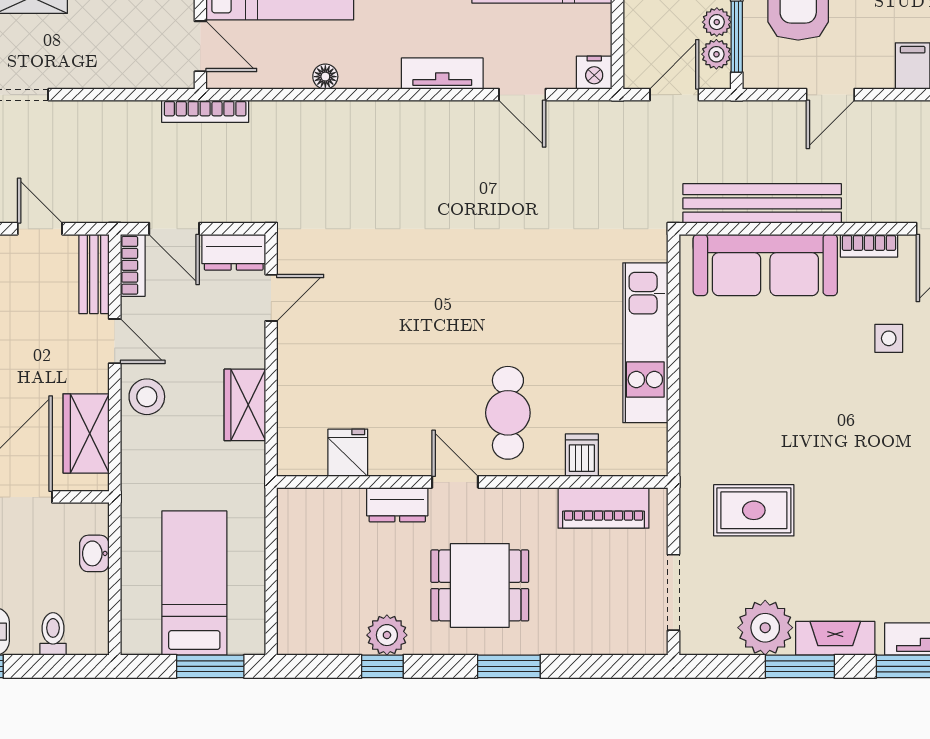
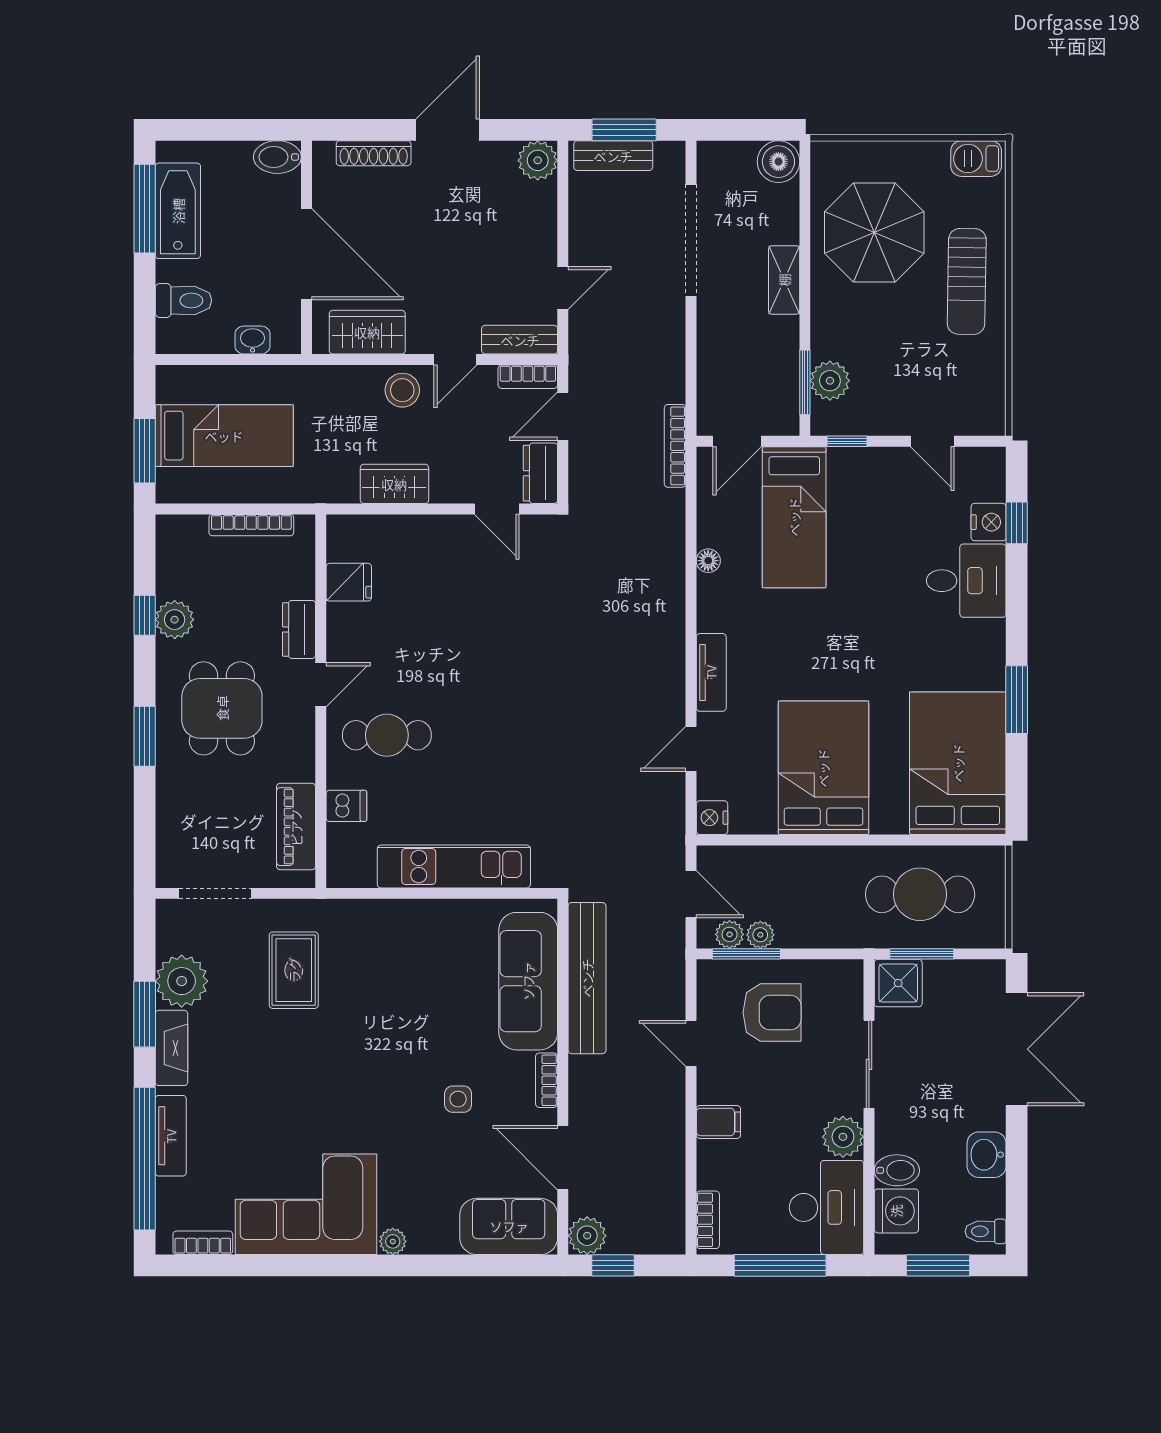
bookcase: (288, 555) -> (251, 525), added
toilet: (53, 634) -> (183, 300), width x1.37, depth x1.39

